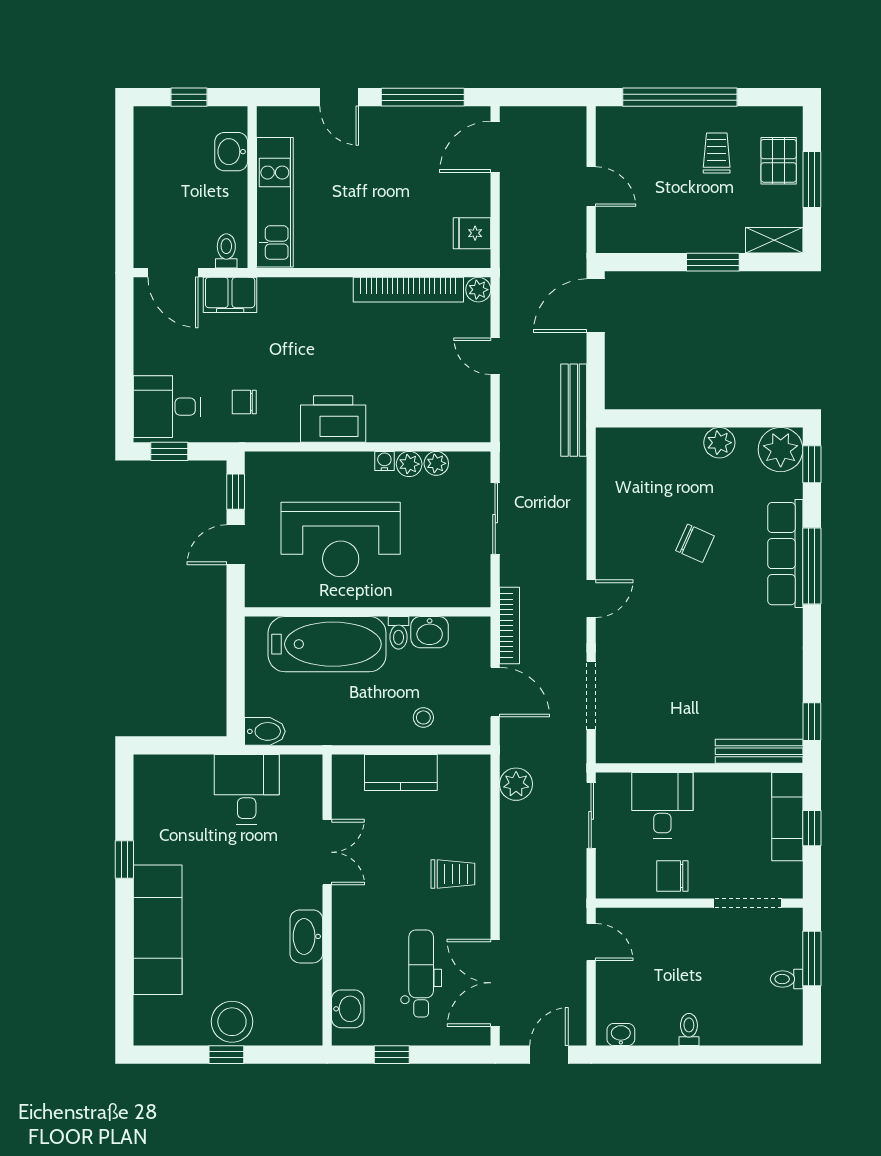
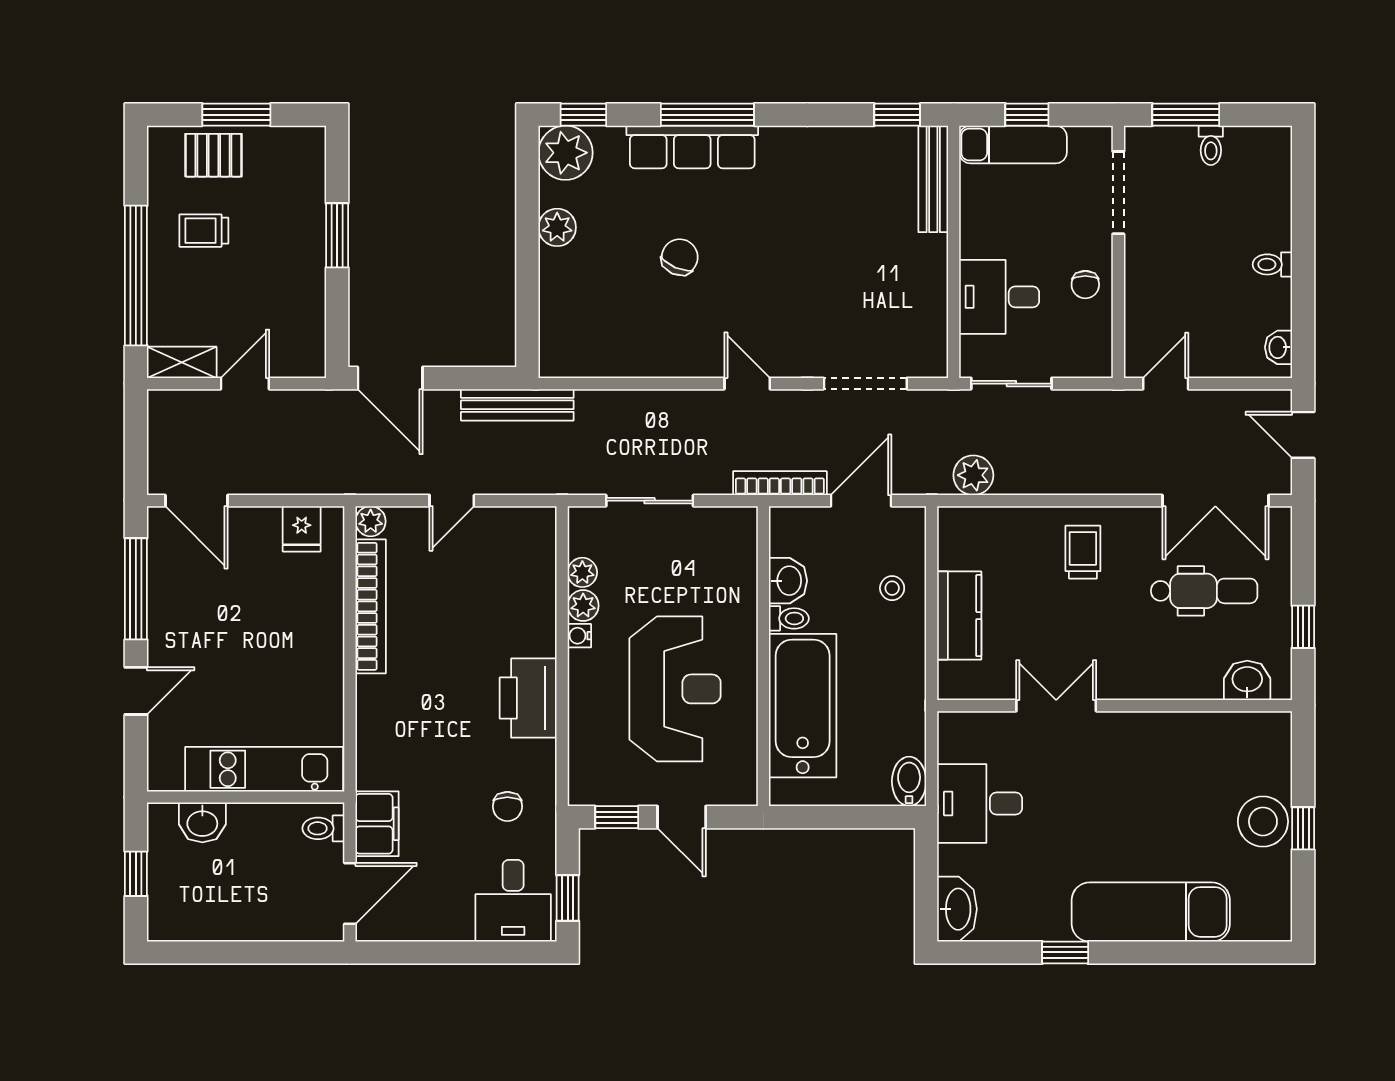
shelving: (774, 240) -> (182, 362), moved, turned 90
chair: (672, 876) -> (1085, 285), width x0.73, depth x0.73
washbasin: (306, 936) -> (957, 909), moved, turned -90
dental chair: (421, 973) -> (1204, 591), turned 180

